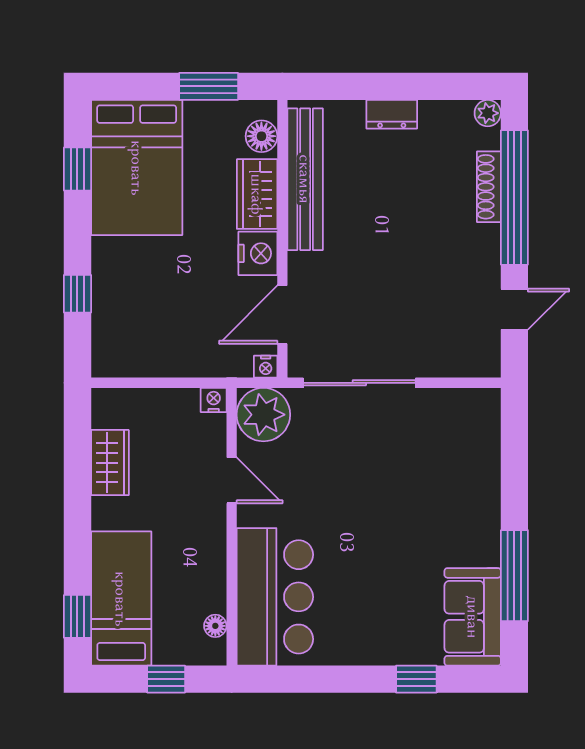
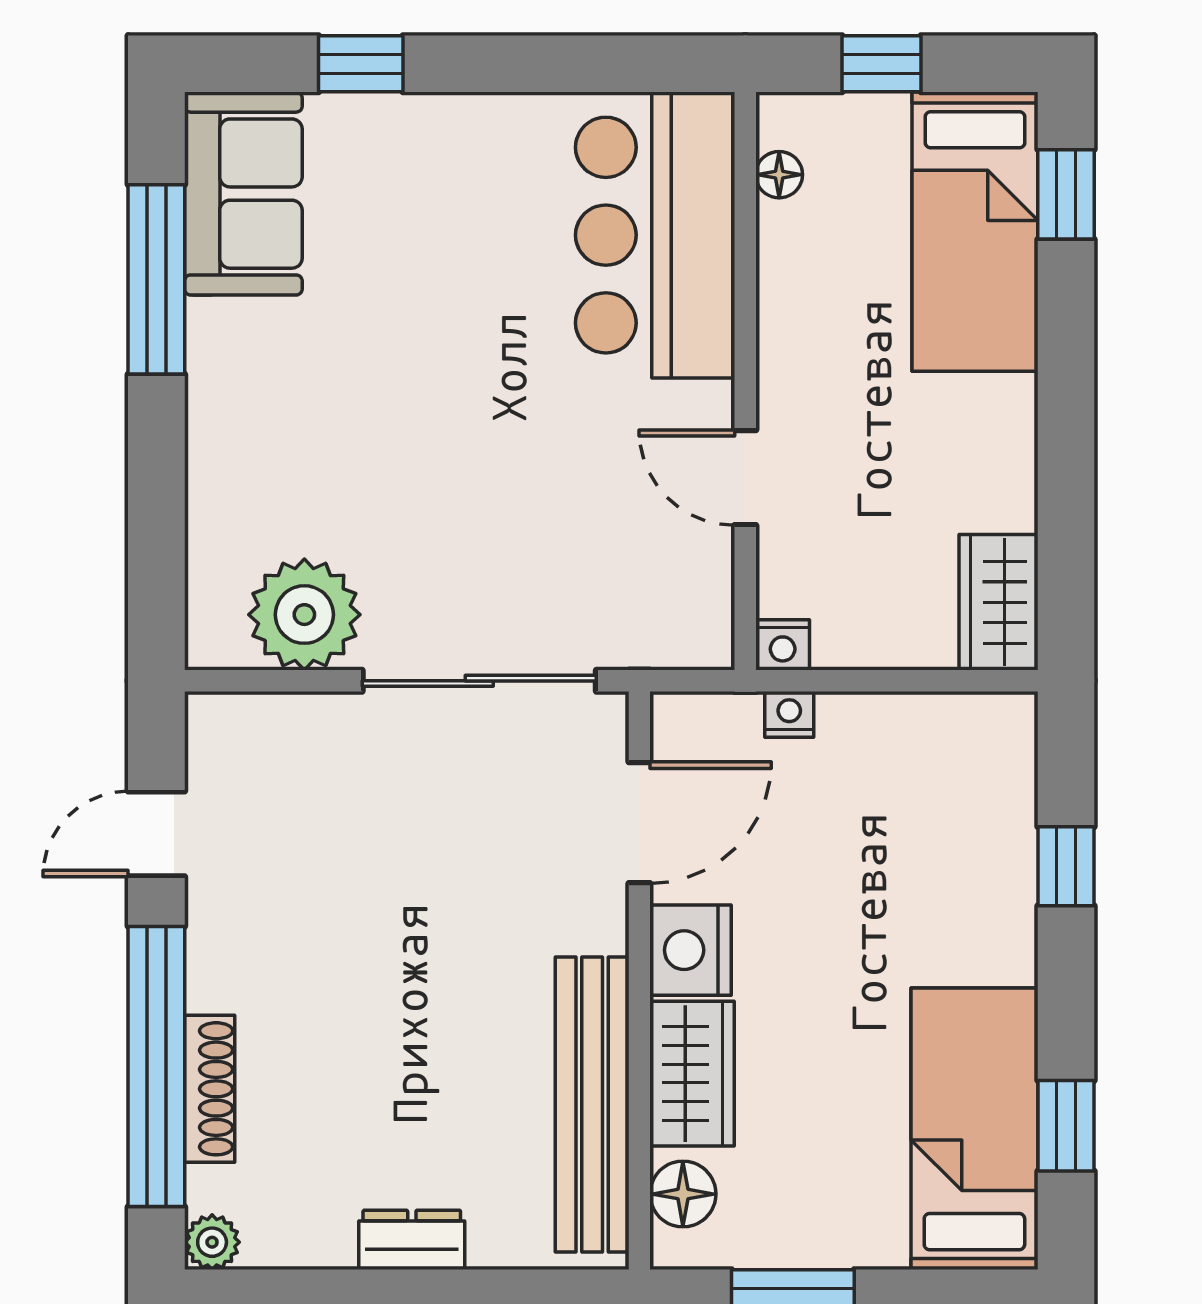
bed: (137, 168) -> (974, 1129), width x0.67
nightstand: (266, 367) -> (789, 714), moved
plant: (263, 415) -> (304, 615), moved
wardrobe: (110, 463) -> (998, 602), moved

